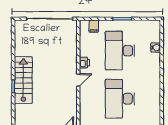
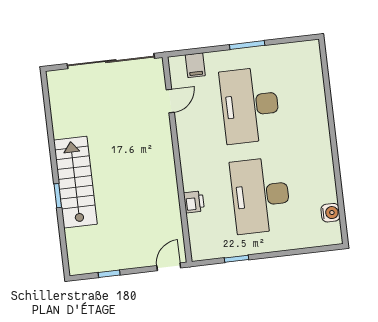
water cooler: (156, 48) -> (330, 213), moved
printer: (84, 63) -> (194, 202), moved
door: (78, 80) -> (170, 101), moved

